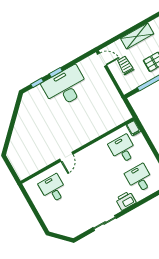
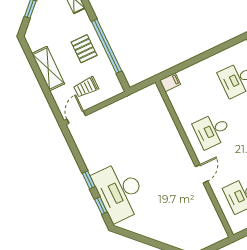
desk: (65, 87) -> (120, 191), moved
desk: (123, 149) -> (212, 130), moved
door: (66, 157) -> (202, 174), hinge flipped

